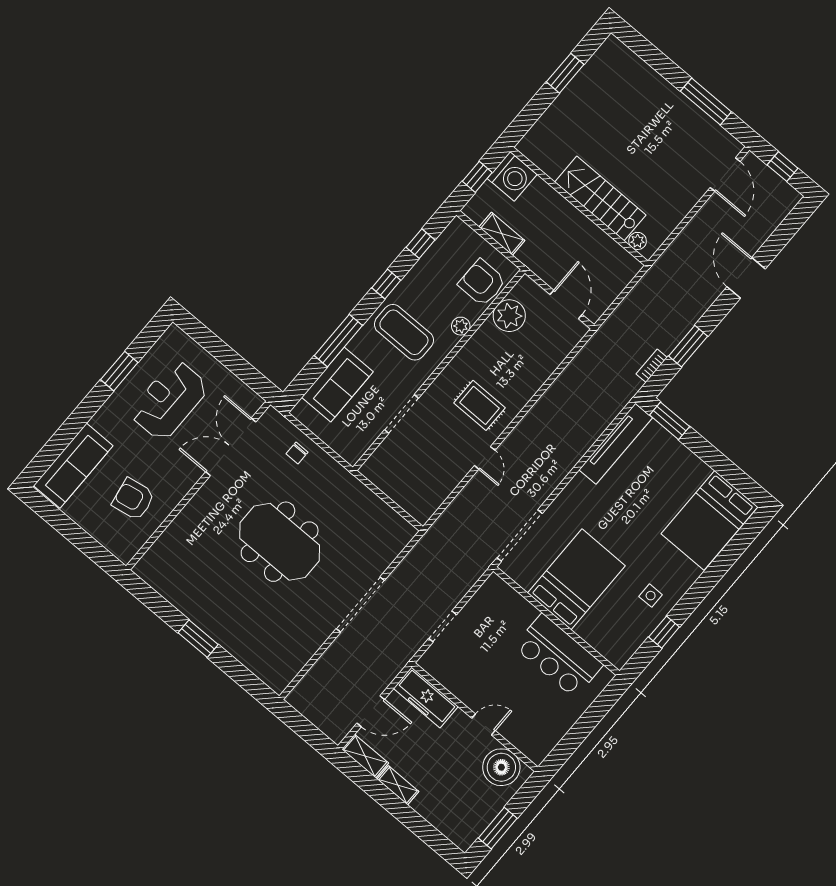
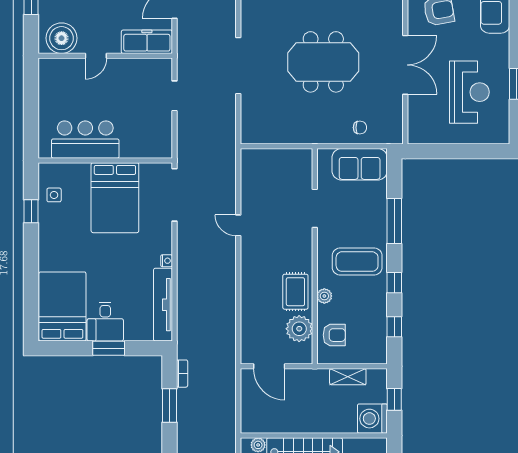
armchair: (482, 283) -> (334, 335), width x0.72, depth x0.72
sofa: (337, 384) -> (360, 164), moved, turned -90
rug: (479, 405) -> (295, 292), moved, turned 90
window: (670, 421) -> (109, 348), moved
double door: (231, 447) -> (405, 65), moved
chair: (297, 453) -> (360, 128), turned 90
desk: (682, 473) -> (105, 322), added
nightstand: (578, 481) -> (167, 261), added
side table: (651, 596) -> (54, 195), moved

